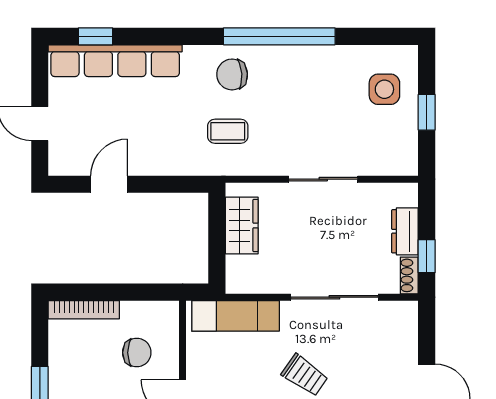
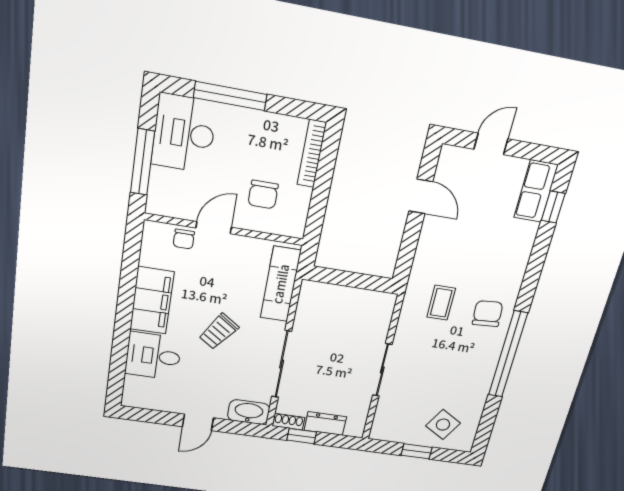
row of seats: (115, 61) -> (536, 191), width x0.50
side table: (384, 89) -> (443, 425), turned 31
wardrobe: (242, 225) -> (358, 301), removed
washbasin: (404, 324) -> (249, 412), added

